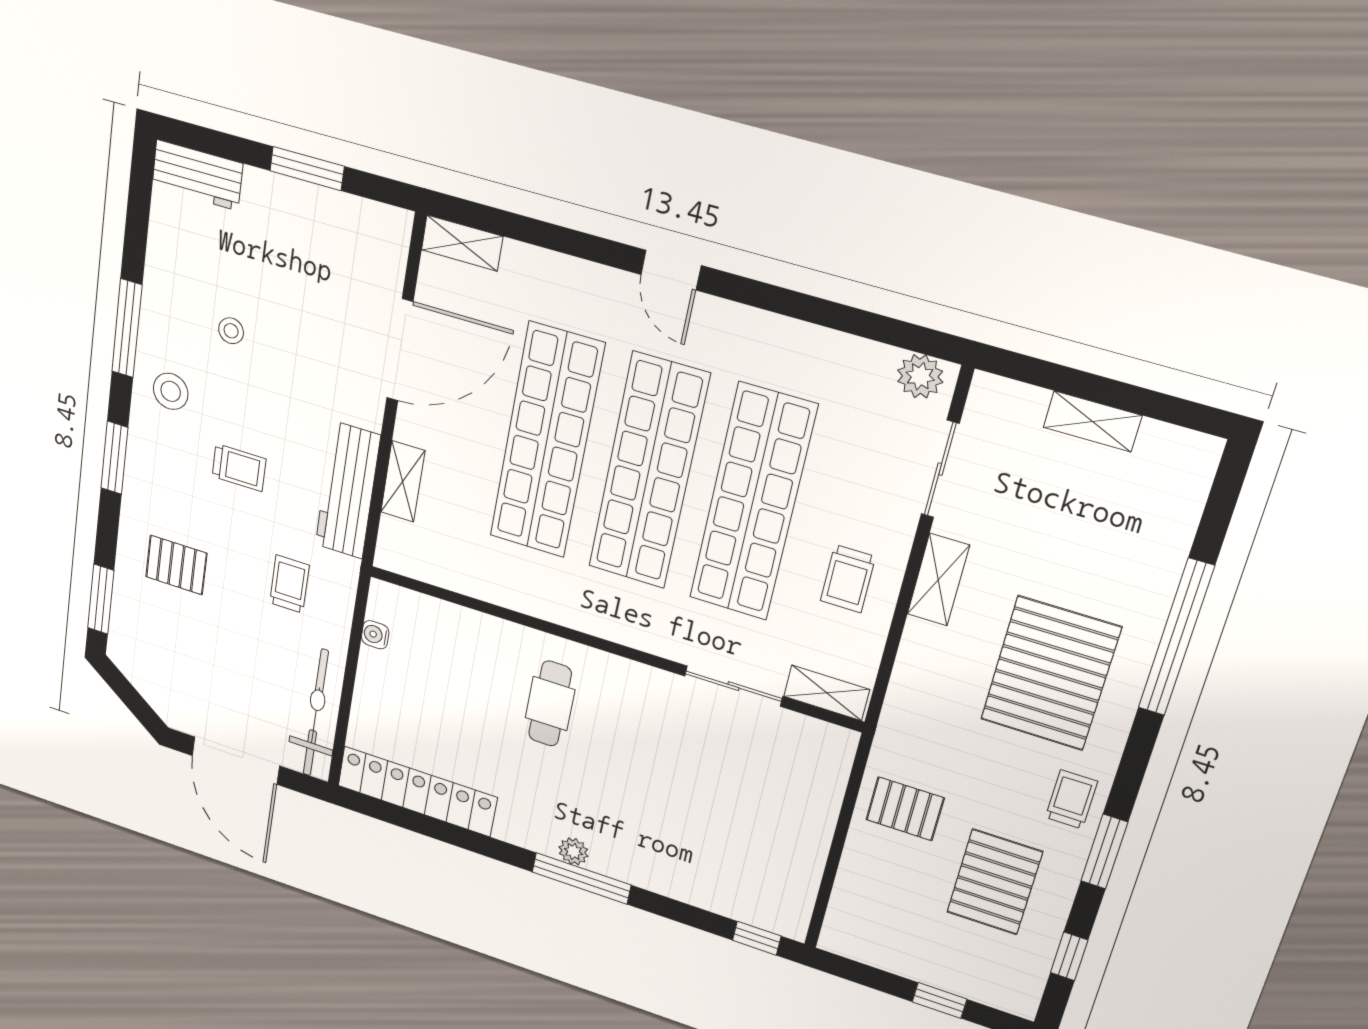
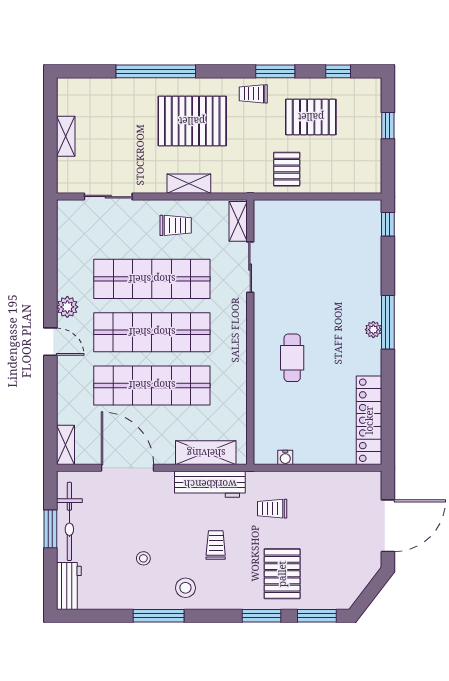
door: (671, 270) -> (50, 342), hinge flipped
plant: (920, 376) -> (67, 307), moved
window: (114, 458) -> (261, 616), moved
shelving: (403, 481) -> (206, 453), width x1.50, depth x1.33
pallet: (176, 565) -> (282, 574), width x1.50, depth x1.42
shelving: (938, 580) -> (189, 184), moved
cafe table: (550, 704) -> (292, 358), turned 90
bicycle: (316, 713) -> (69, 521), moved, turned -90

